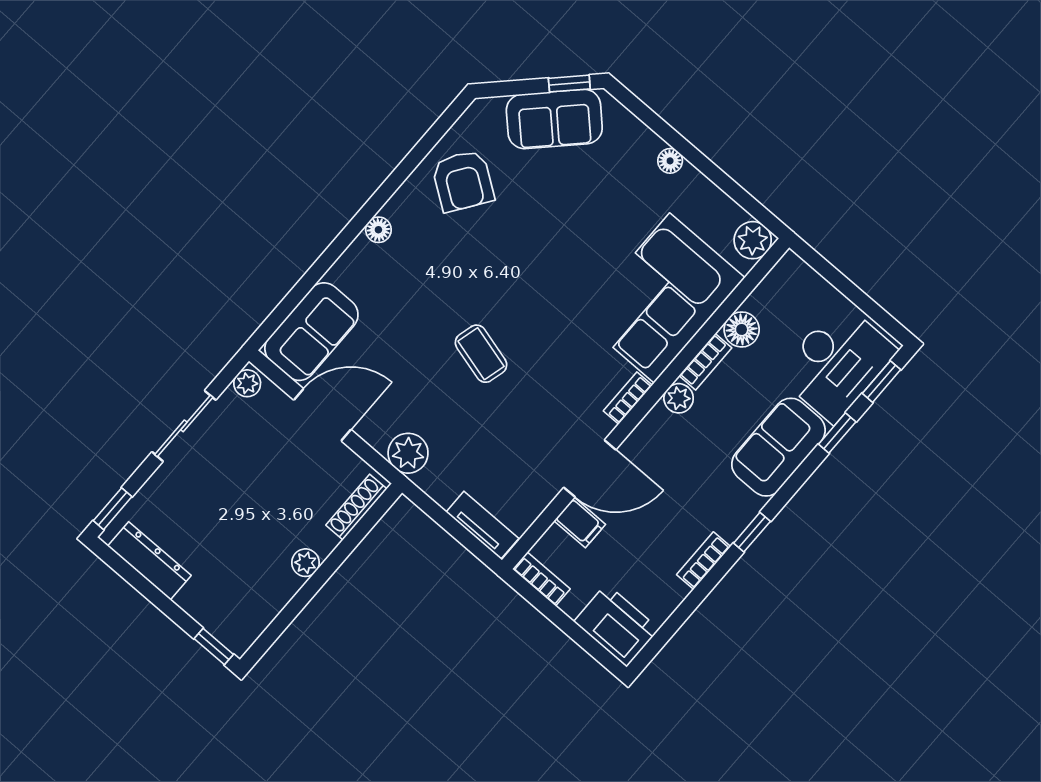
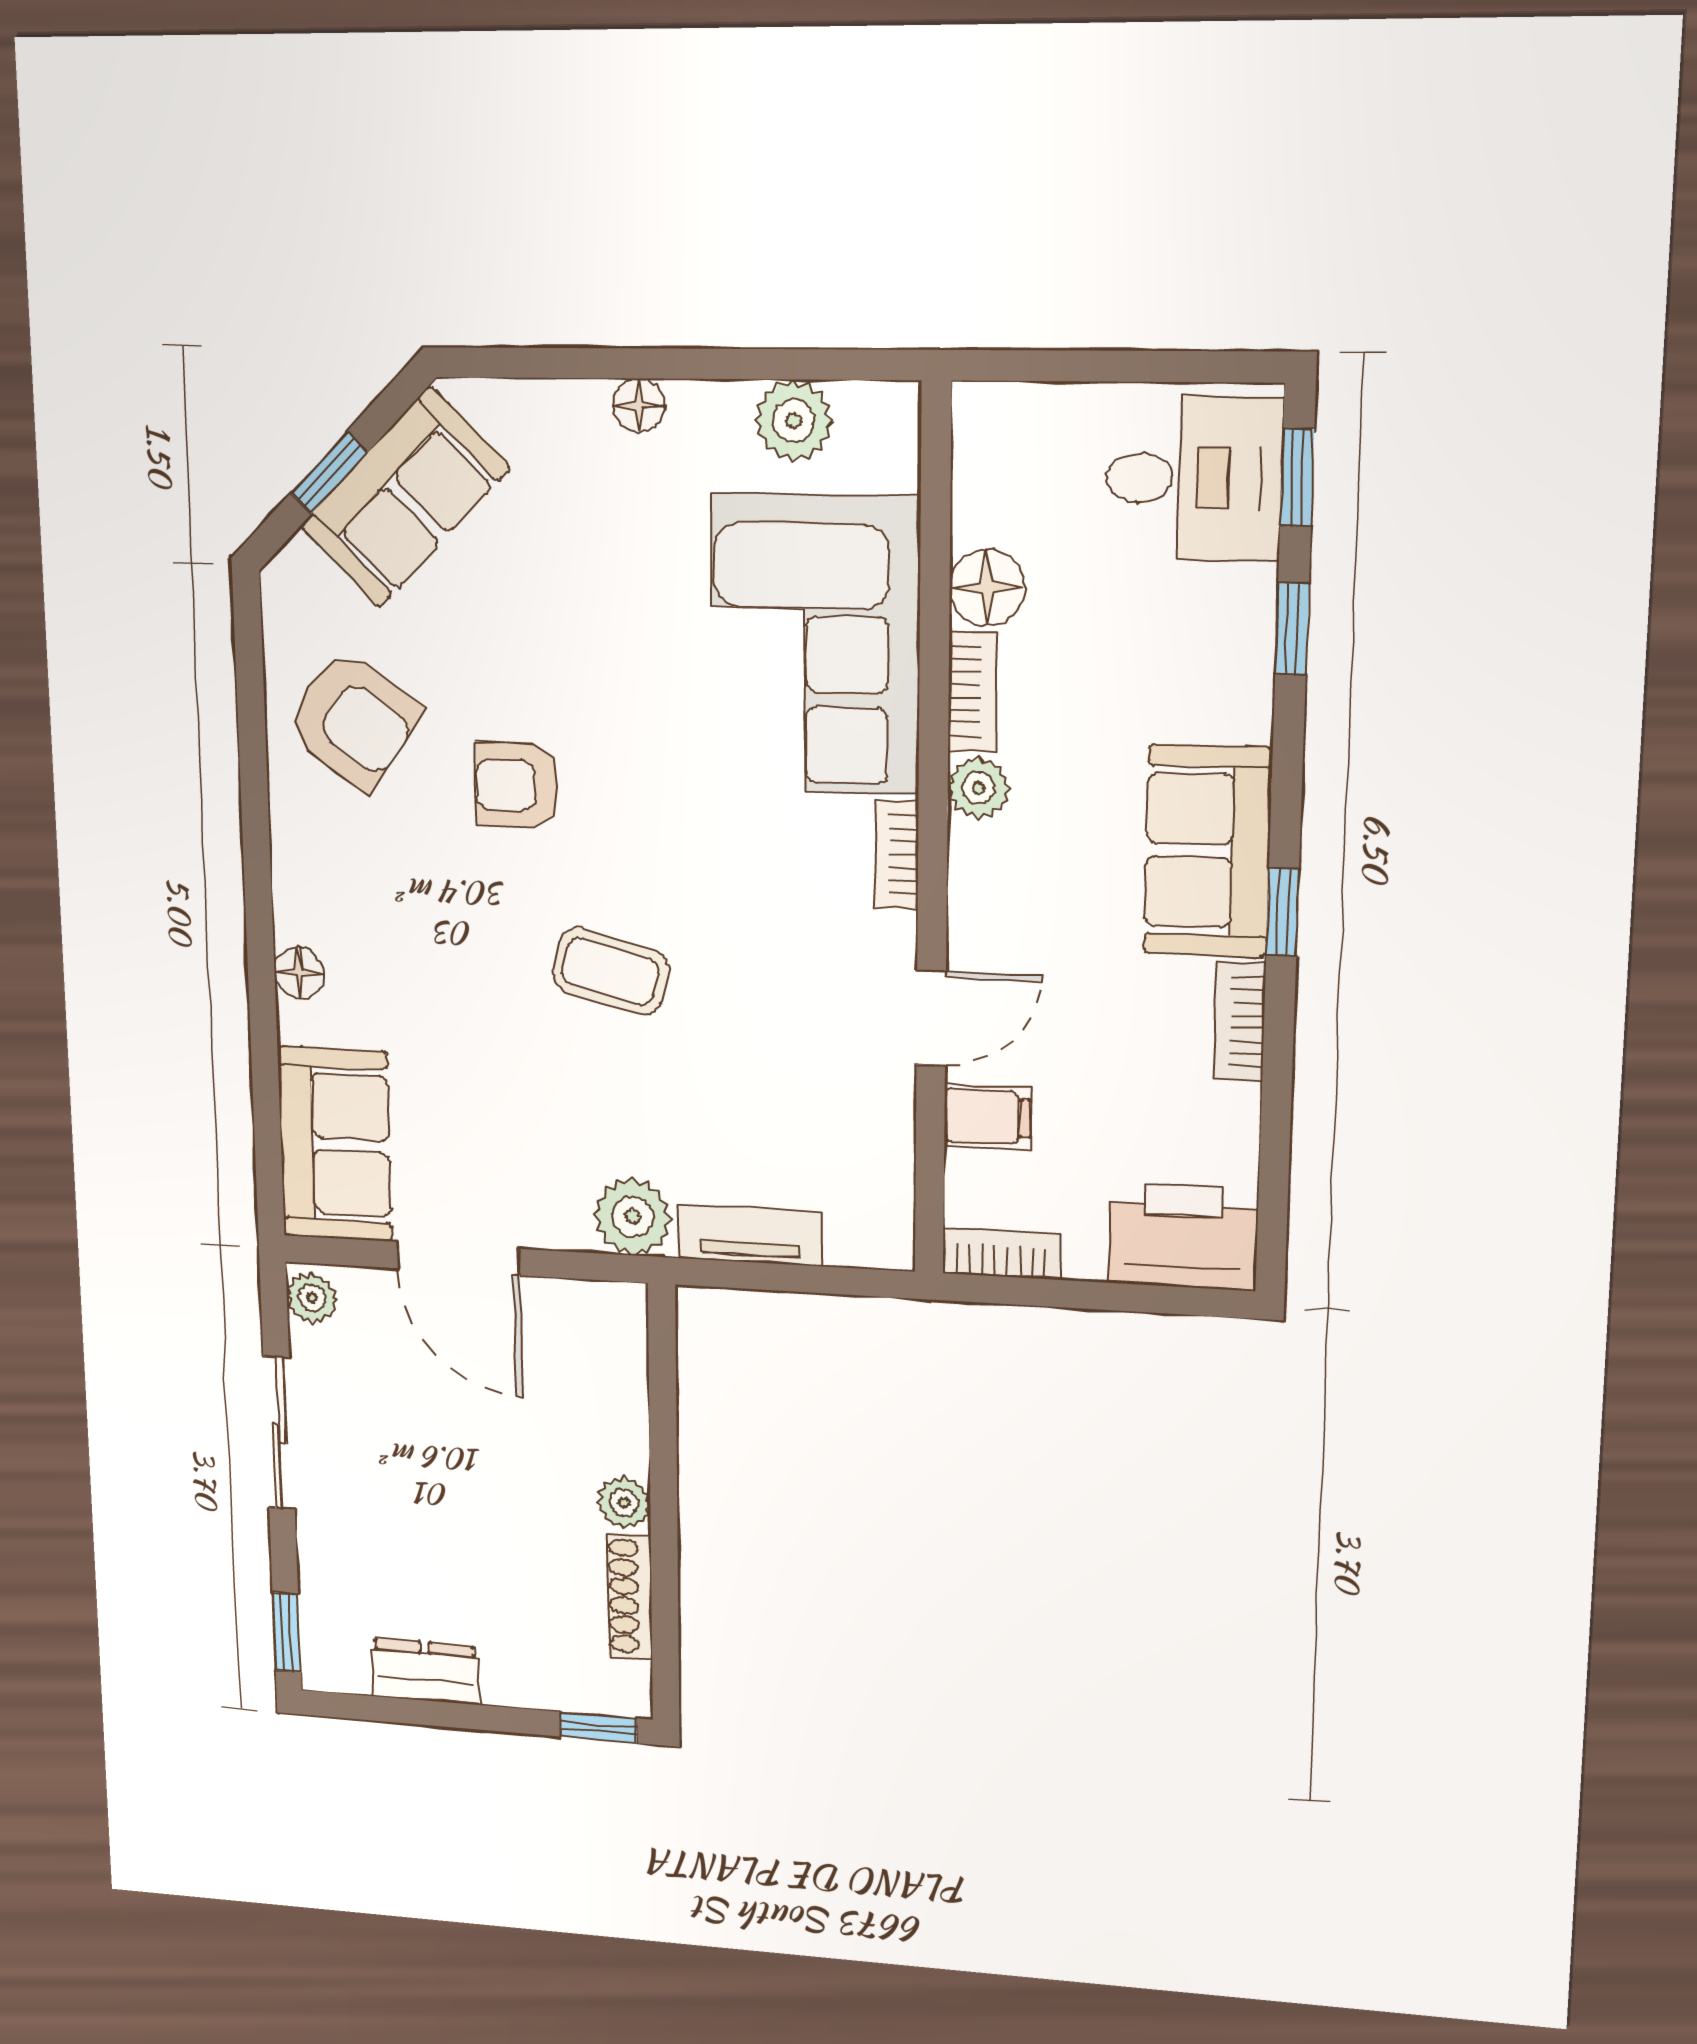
window: (569, 84) -> (329, 473), moved
floor lamp: (378, 230) -> (299, 973), moved
plant: (753, 240) -> (793, 421), moved
armchair: (505, 256) -> (517, 785), added
desk: (837, 362) -> (1194, 478), width x0.73
door: (322, 415) -> (458, 1259), swing flipped
sofa: (778, 447) -> (1208, 851), moved
door: (590, 469) -> (931, 1018), width x0.73
shoe rack: (356, 507) -> (630, 1596), moved
tv unit: (482, 525) -> (750, 1235), moved
dresser: (149, 561) -> (425, 1672), width x0.70

